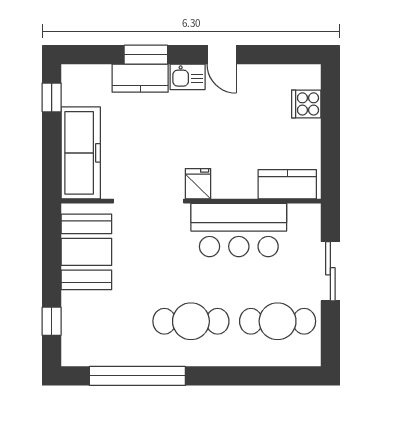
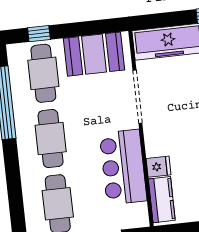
fridge: (198, 184) -> (158, 167), moved
cafe table: (104, 321) -> (43, 73), added

